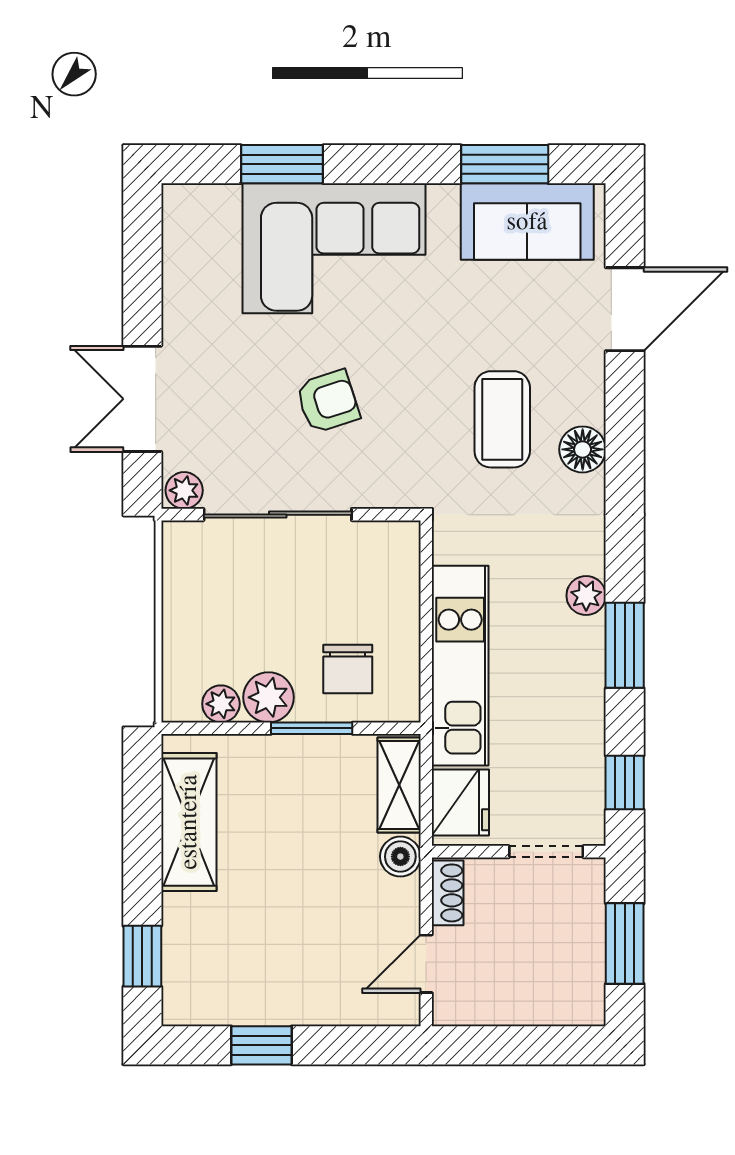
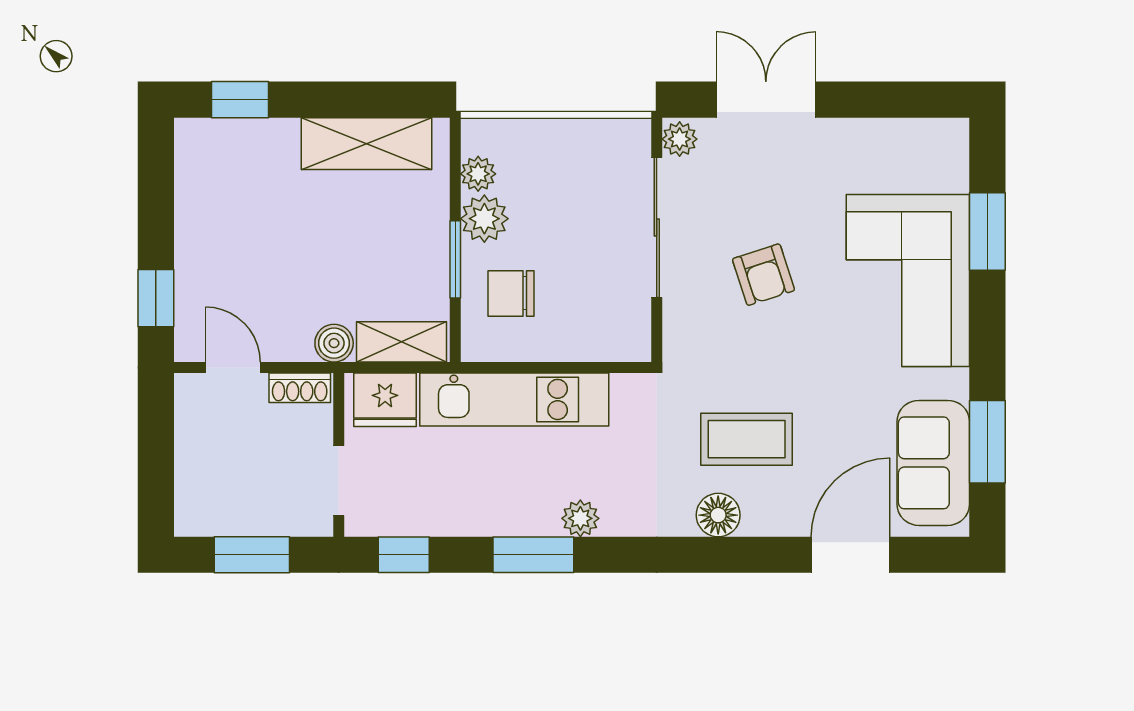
door: (625, 309) -> (850, 555), swing flipped
window: (261, 1045) -> (156, 298), moved

